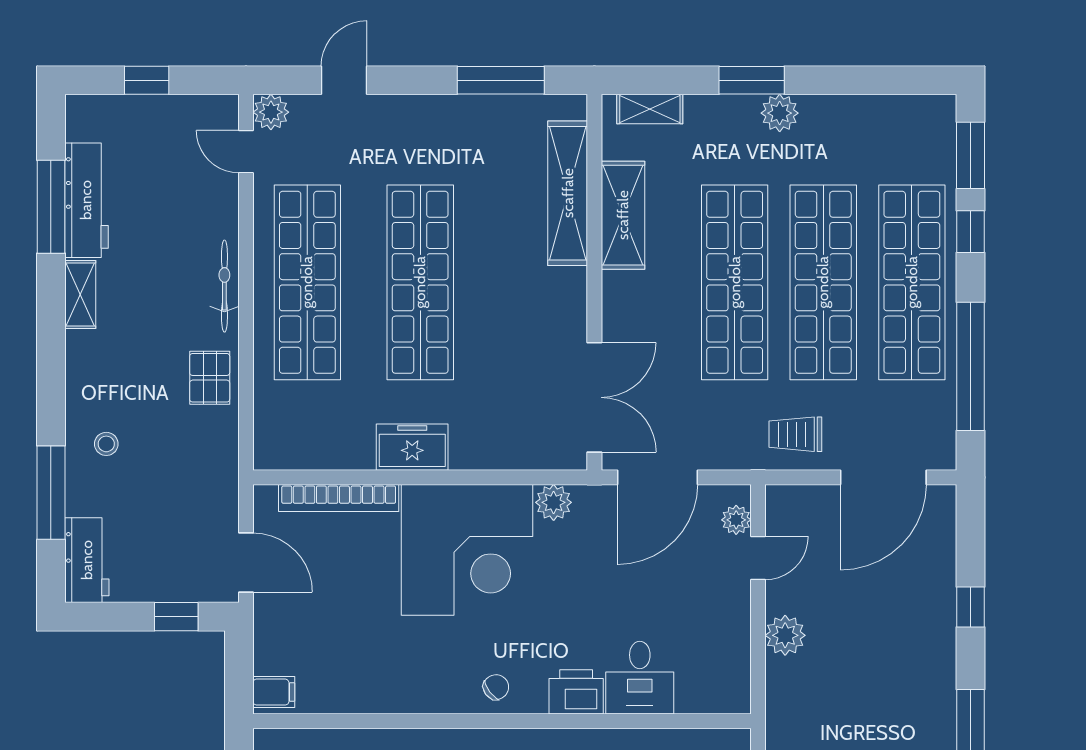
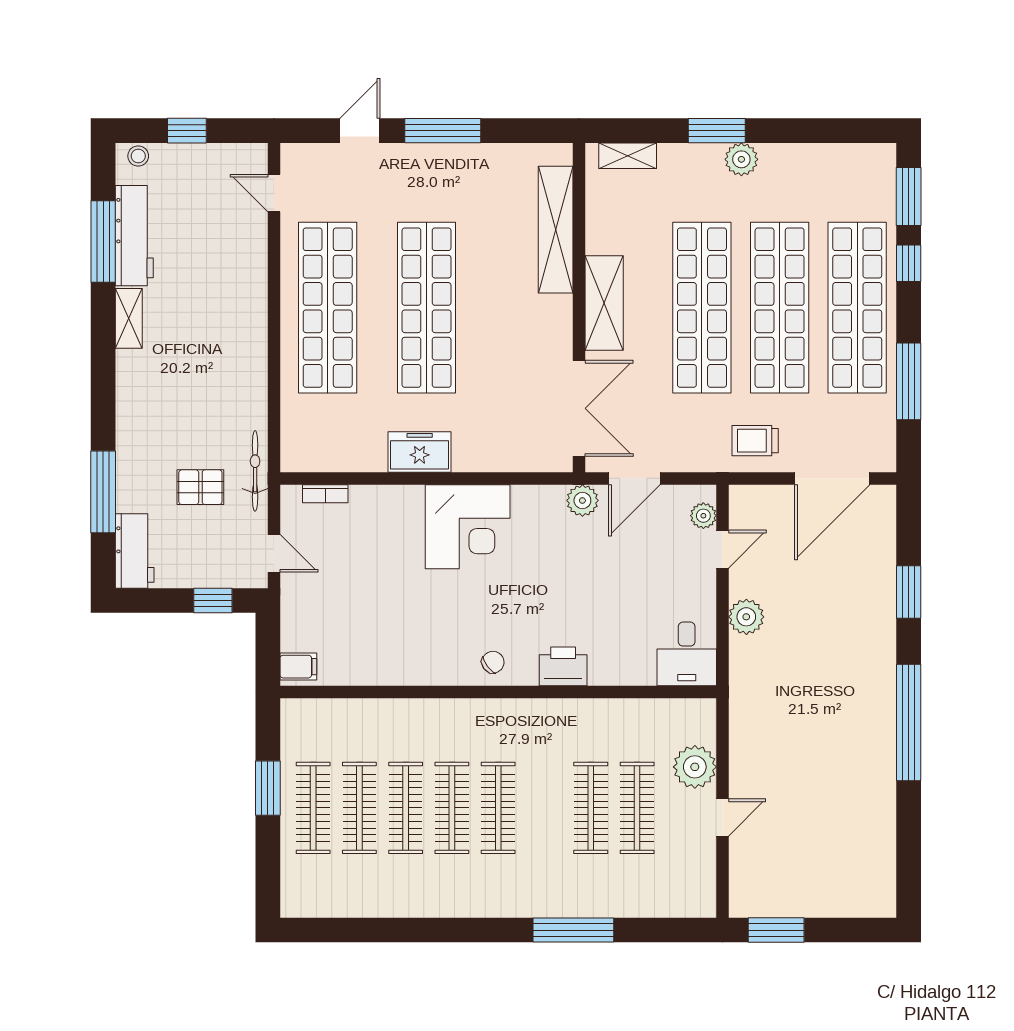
window: (501, 80) -> (443, 131), moved
plant: (271, 112) -> (296, 159), removed
shelving: (623, 215) -> (604, 303), moved
bicycle: (224, 286) -> (255, 471), moved
window: (970, 366) -> (909, 381), width x0.68
pallet: (210, 378) -> (200, 487), moved, turned 90
stool: (106, 444) -> (138, 156), moved
door: (657, 477) -> (634, 478), width x0.73
bookcase: (339, 498) -> (325, 494), width x0.43, depth x0.76
plant: (554, 502) -> (582, 500), moved
corner desk: (467, 550) -> (468, 527), width x0.74, depth x0.74
door: (246, 563) -> (274, 553), width x0.73
window: (970, 607) -> (909, 592), width x1.50
desk: (640, 678) -> (687, 654), moved

